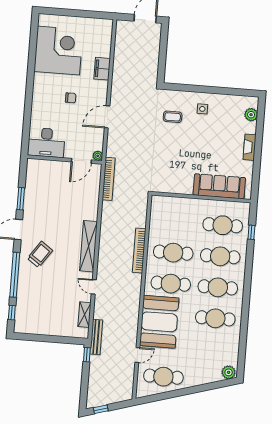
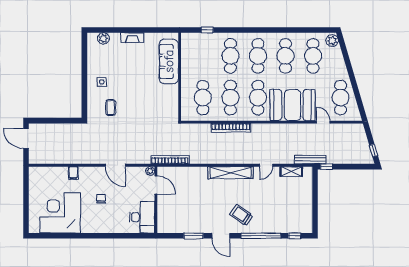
filing cabinet: (102, 69) -> (73, 173), width x0.50
cafe table: (223, 225) -> (203, 98), moved
cafe table: (213, 349) -> (313, 56), added

